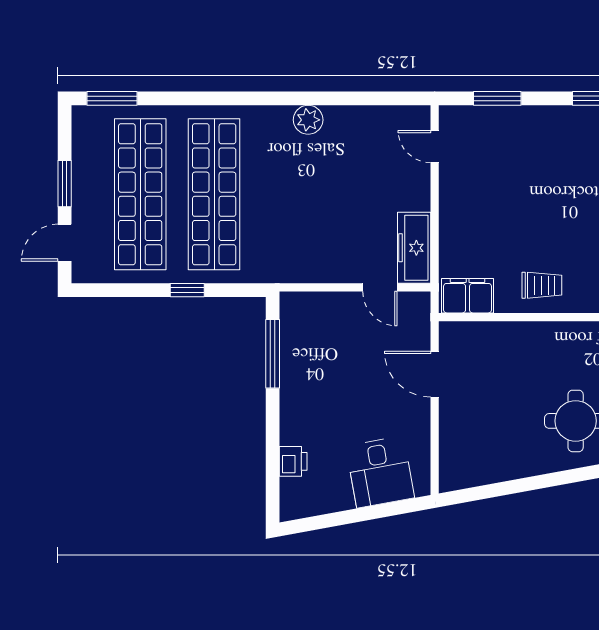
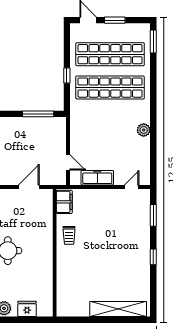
freezer: (414, 248) -> (97, 178), moved
door: (380, 287) -> (68, 162), swing flipped

